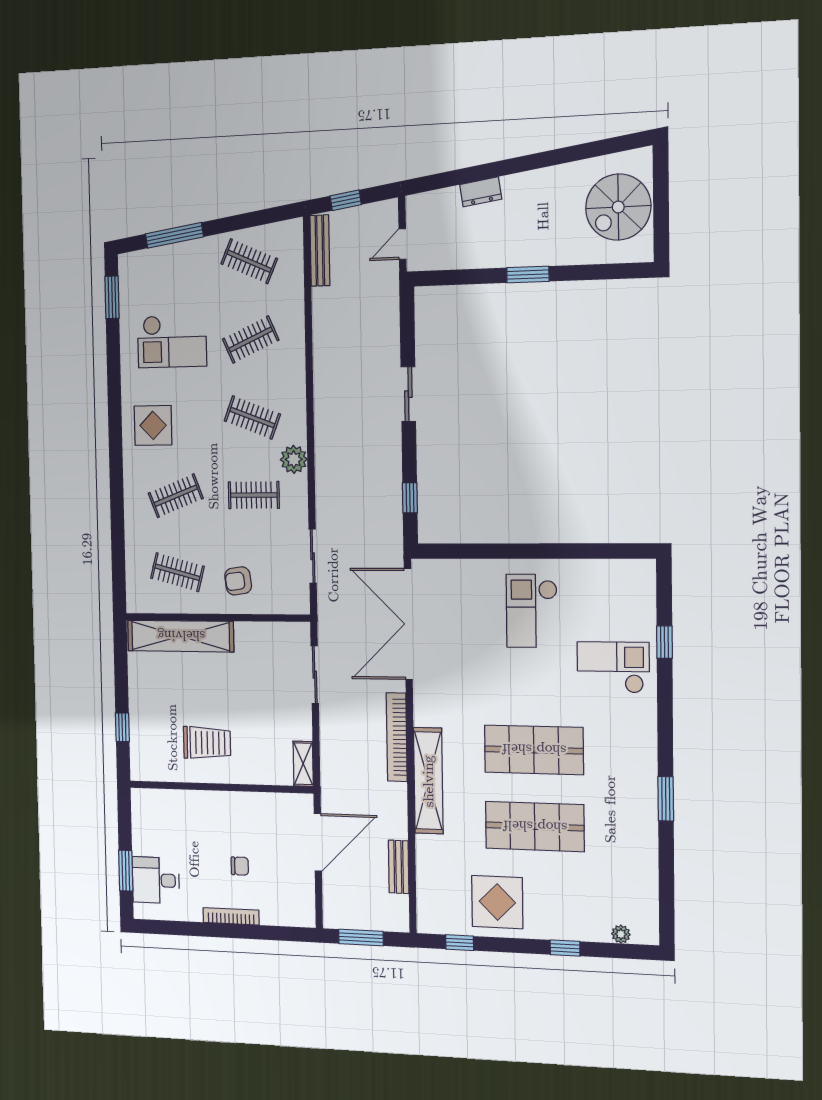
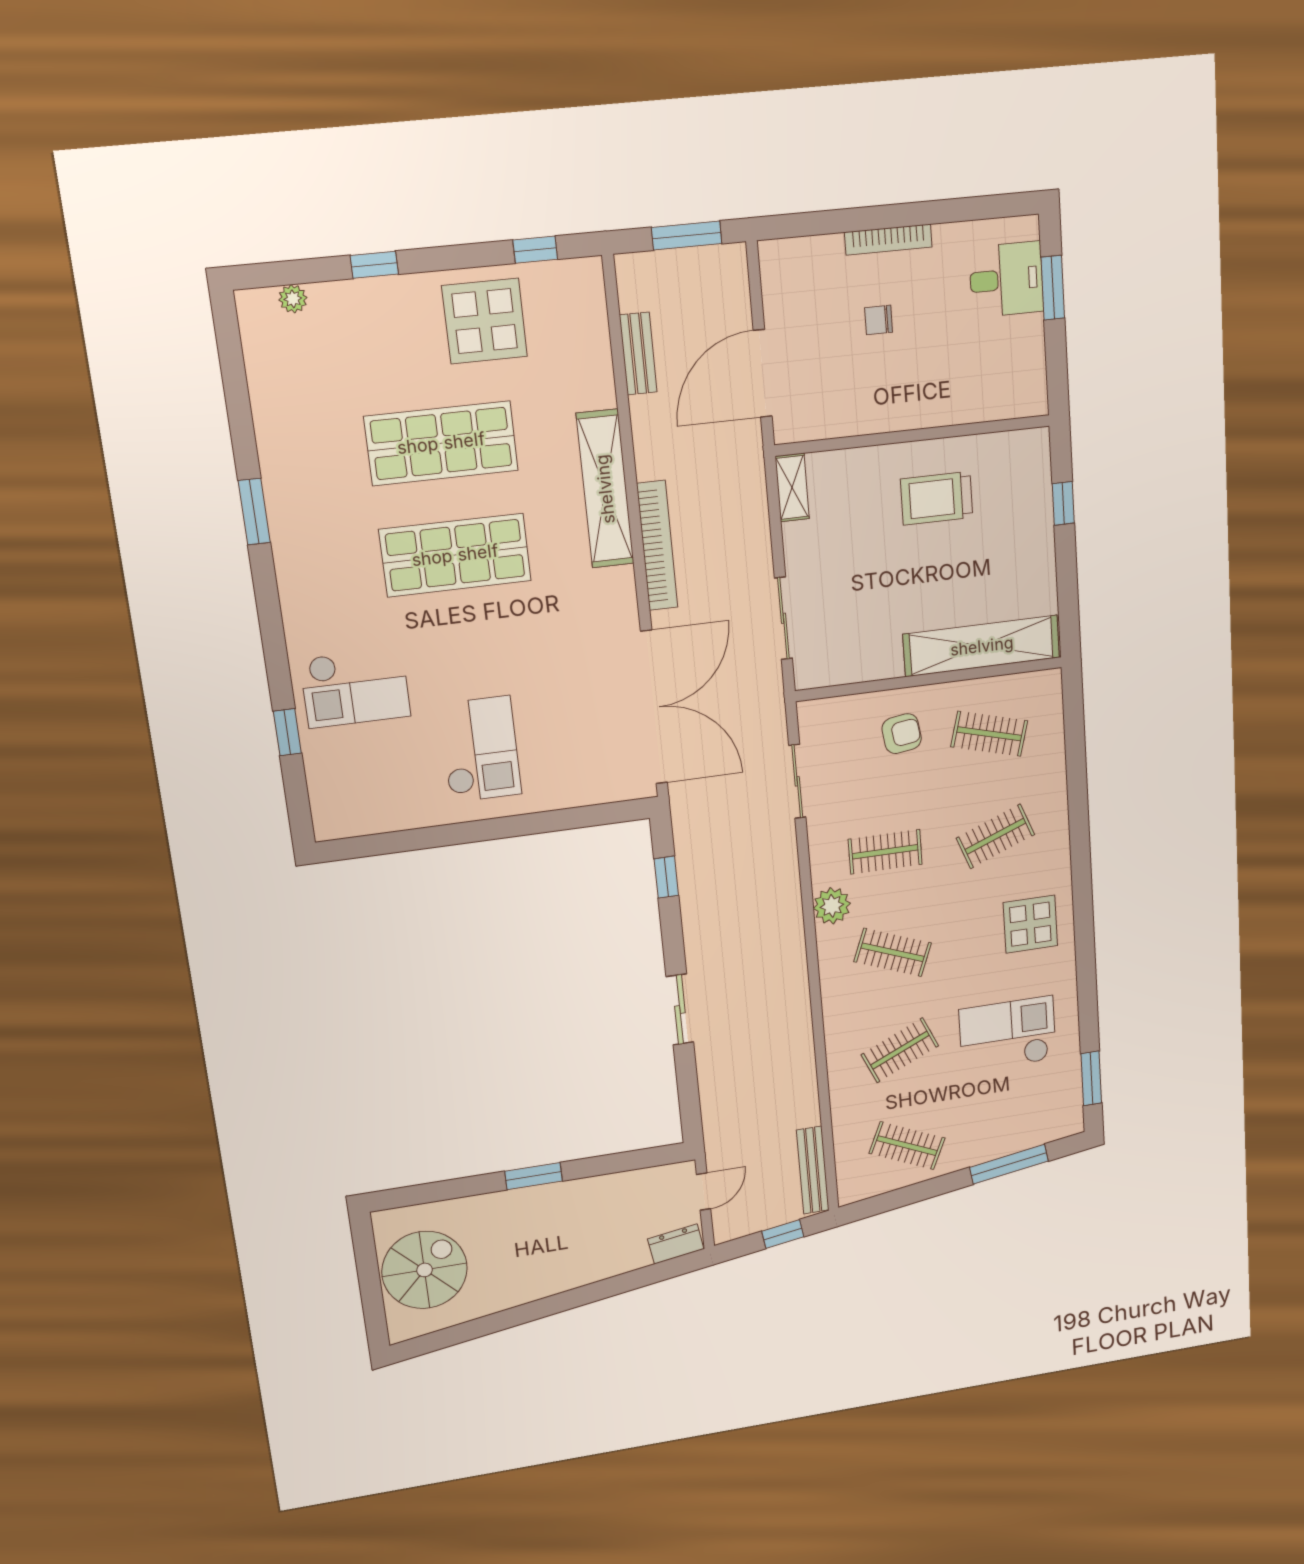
dresser: (481, 192) -> (676, 1244), moved

